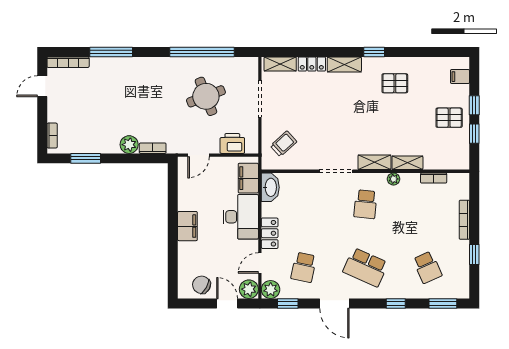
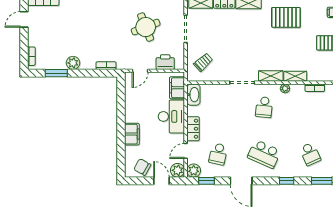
pallet: (395, 83) -> (286, 17), width x1.50, depth x1.42
plant: (129, 145) -> (73, 63), moved
filing cabinet: (187, 226) -> (132, 134), moved

